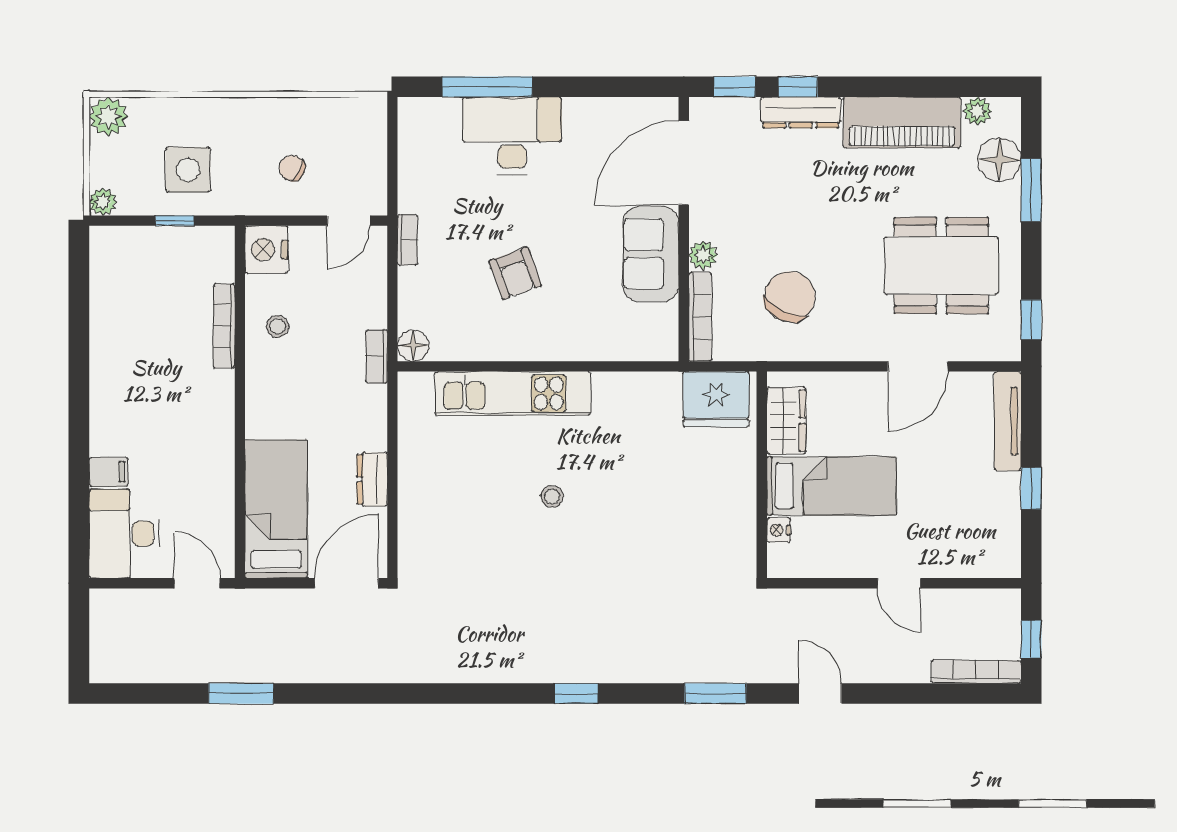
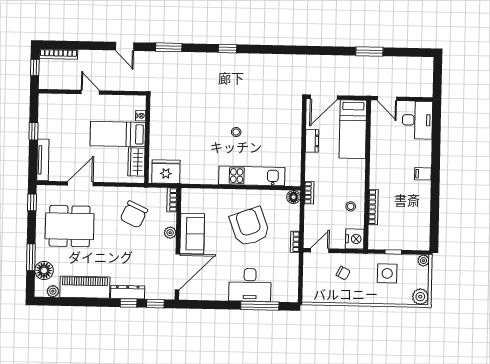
armchair: (515, 273) -> (250, 227), width x1.88, depth x1.88
bookcase: (700, 317) -> (172, 200), width x0.64
filing cabinet: (108, 472) -> (423, 174), moved

